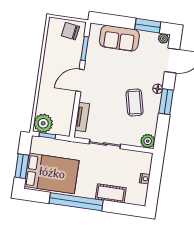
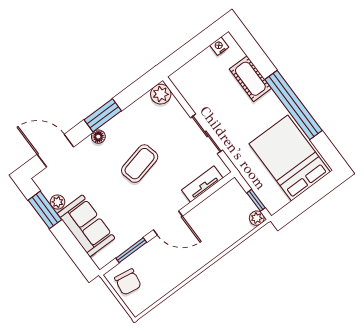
plant: (163, 38) -> (58, 202), moved
coffee table: (135, 102) -> (140, 164), moved
plant: (43, 123) -> (257, 218), width x0.53, depth x0.53
window: (22, 166) -> (312, 195), removed
nightstand: (145, 179) -> (219, 46), moved

